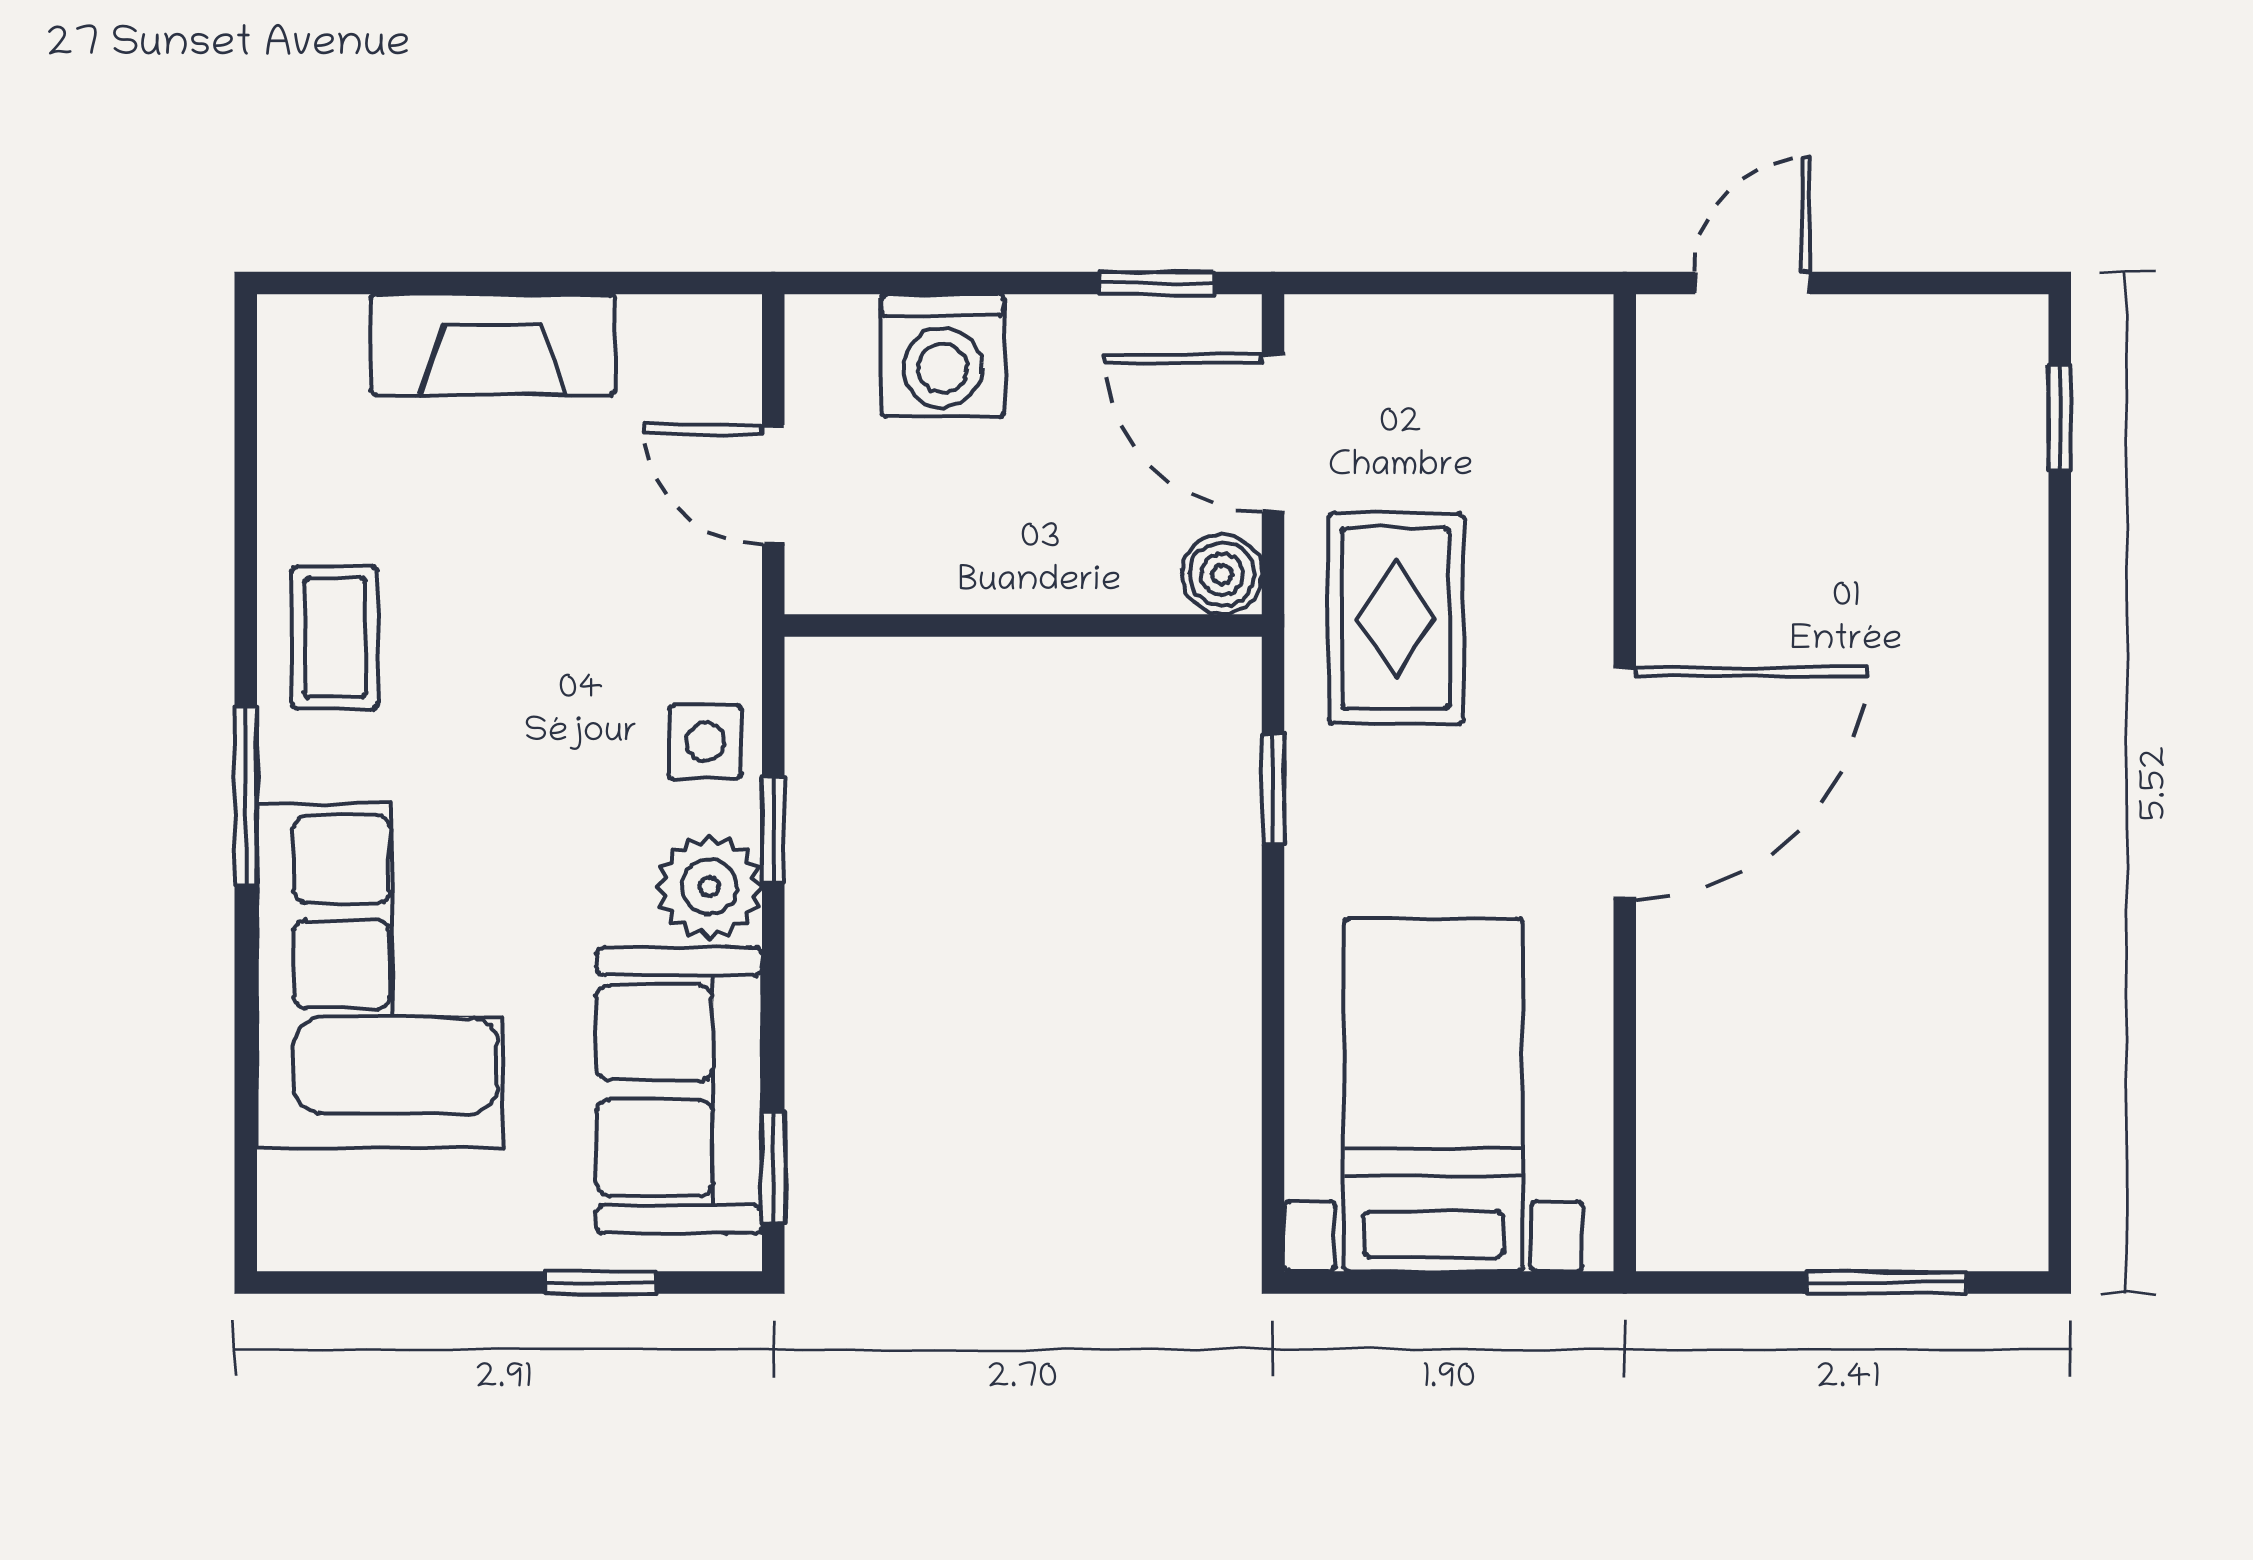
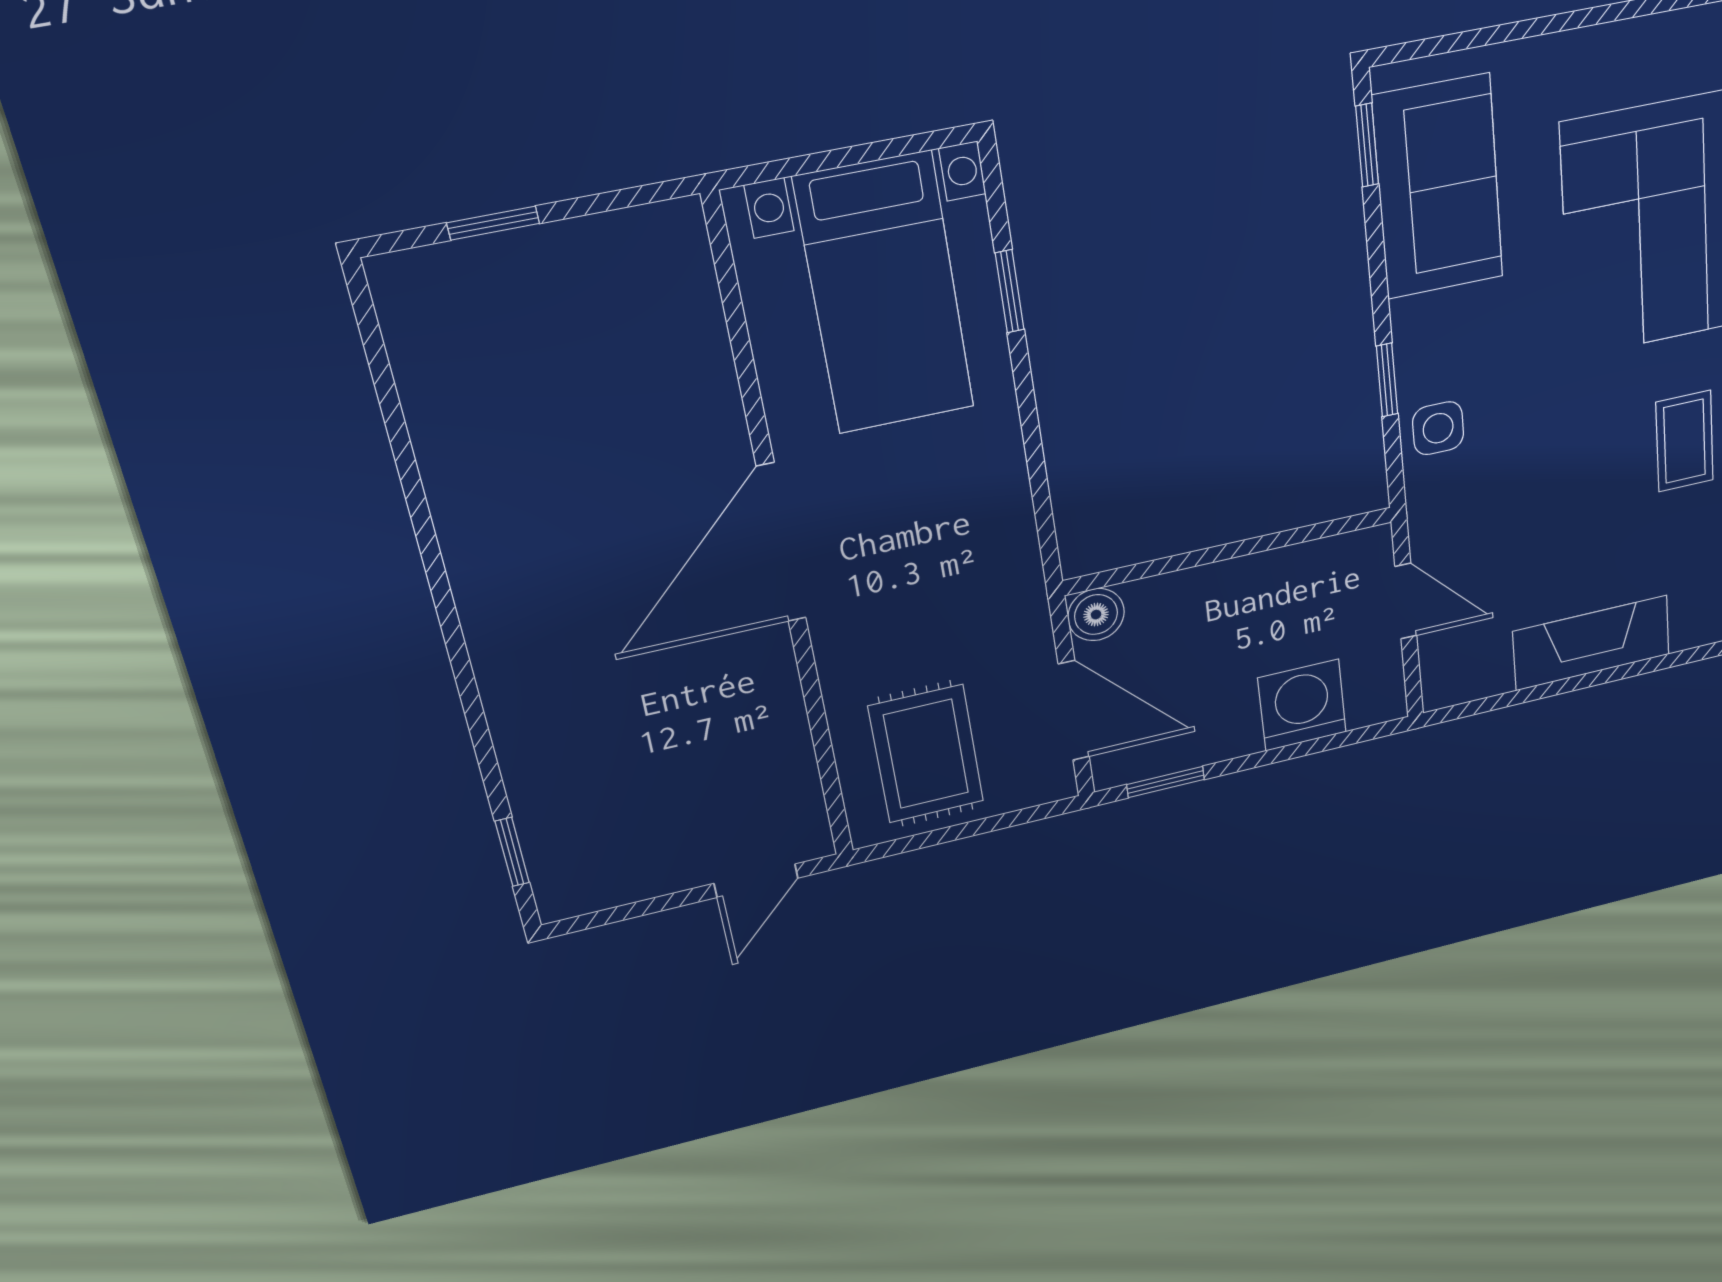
rug: (1396, 618) -> (926, 754), moved
window: (1273, 789) -> (1010, 291), moved
plant: (709, 887) -> (1428, 333), removed
window: (601, 1283) -> (1484, 37), removed
window: (1887, 1283) -> (493, 223), width x0.67

